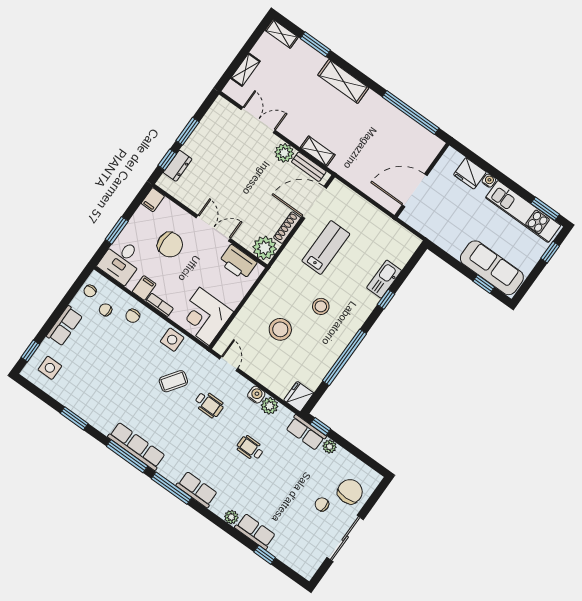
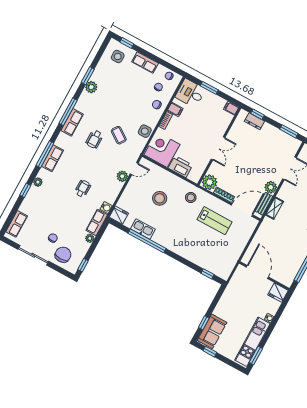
window: (188, 131) -> (289, 131), moved
fridge: (470, 173) -> (278, 293), moved, turned -90
door: (314, 202) -> (242, 210), hinge flipped
chair: (170, 245) -> (204, 122), removed
window: (550, 252) -> (210, 352), moved
printer: (238, 262) -> (180, 167), moved, turned 90
sofa: (492, 268) -> (212, 331), width x0.73
kitchen sink: (384, 279) -> (143, 229), moved
window: (386, 299) -> (207, 274), moved
stool: (321, 306) -> (191, 197), moved
water cooler: (256, 395) -> (106, 208), moved
wheelchair: (209, 404) -> (94, 139), moved
plant: (270, 406) -> (122, 176), moved
plant: (93, 415) -> (91, 87), added
window: (320, 427) -> (83, 265), moved
row of seats: (137, 446) -> (72, 122), width x0.68
window: (172, 488) -> (45, 154), moved
chair: (350, 492) -> (63, 255), turned -90
row of seats: (255, 531) -> (17, 224), moved
window: (265, 555) -> (25, 190), moved

